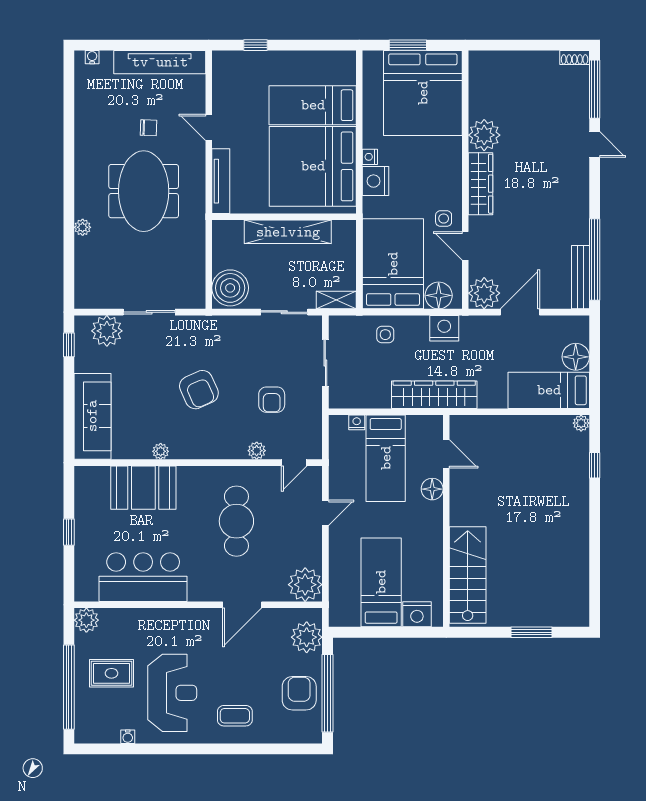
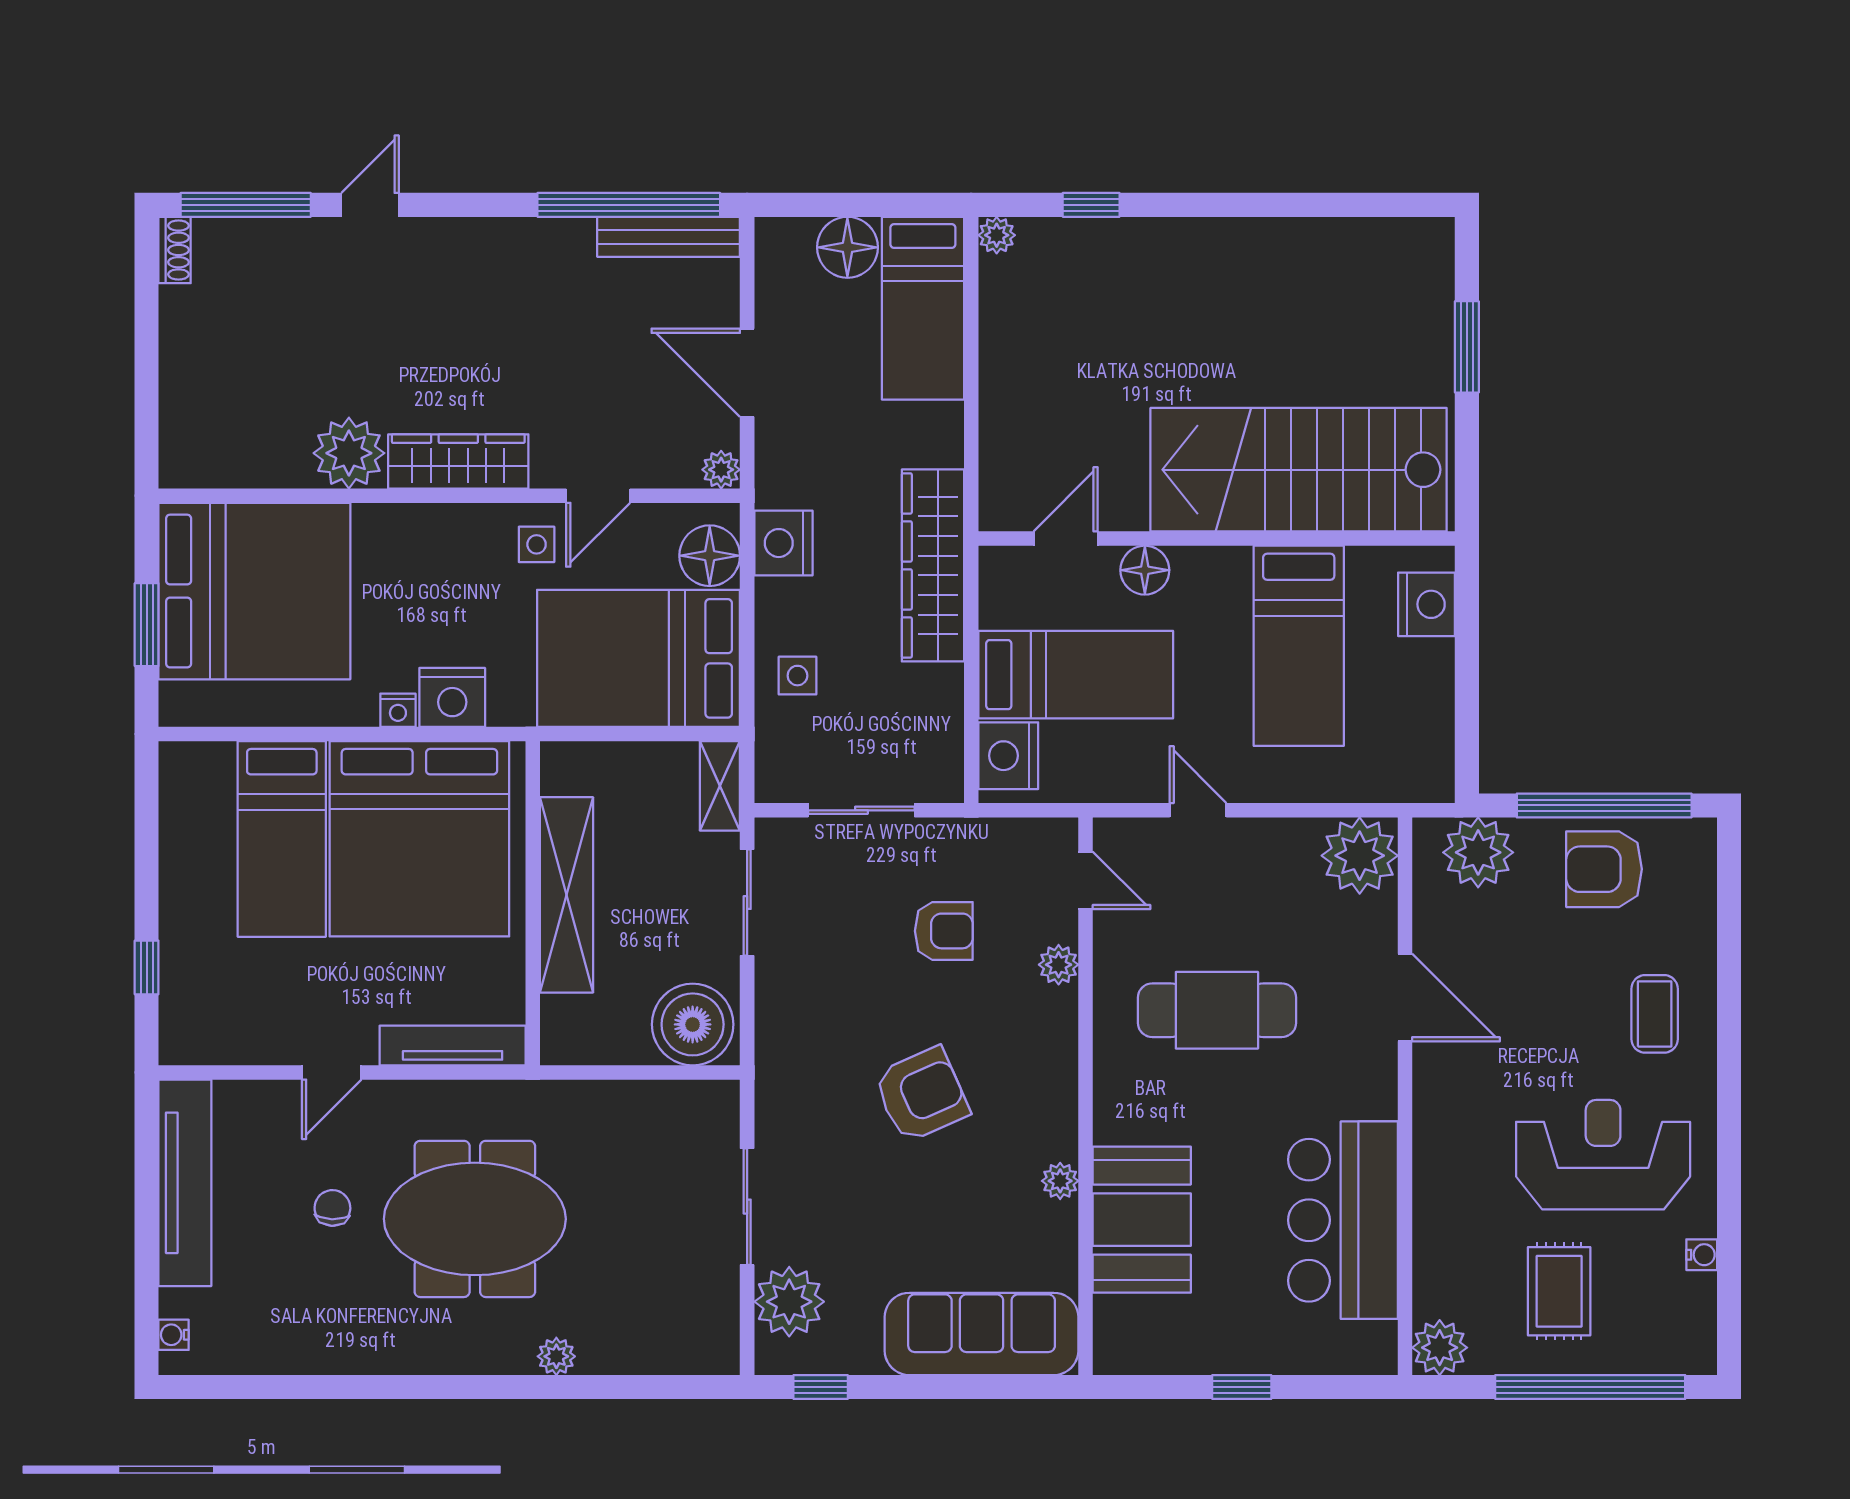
plant: (484, 293) -> (721, 470), width x0.53, depth x0.53
nightstand: (357, 422) -> (1008, 756), width x1.89, depth x1.79
stairs: (468, 575) -> (1299, 470), width x1.36, depth x1.51
bed: (381, 582) -> (1299, 646), moved, turned -90

